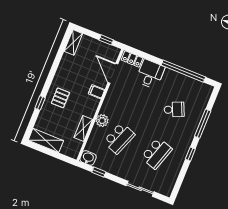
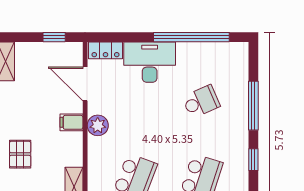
desk: (150, 74) -> (150, 62), width x1.37
plant: (102, 121) -> (98, 125), moved

